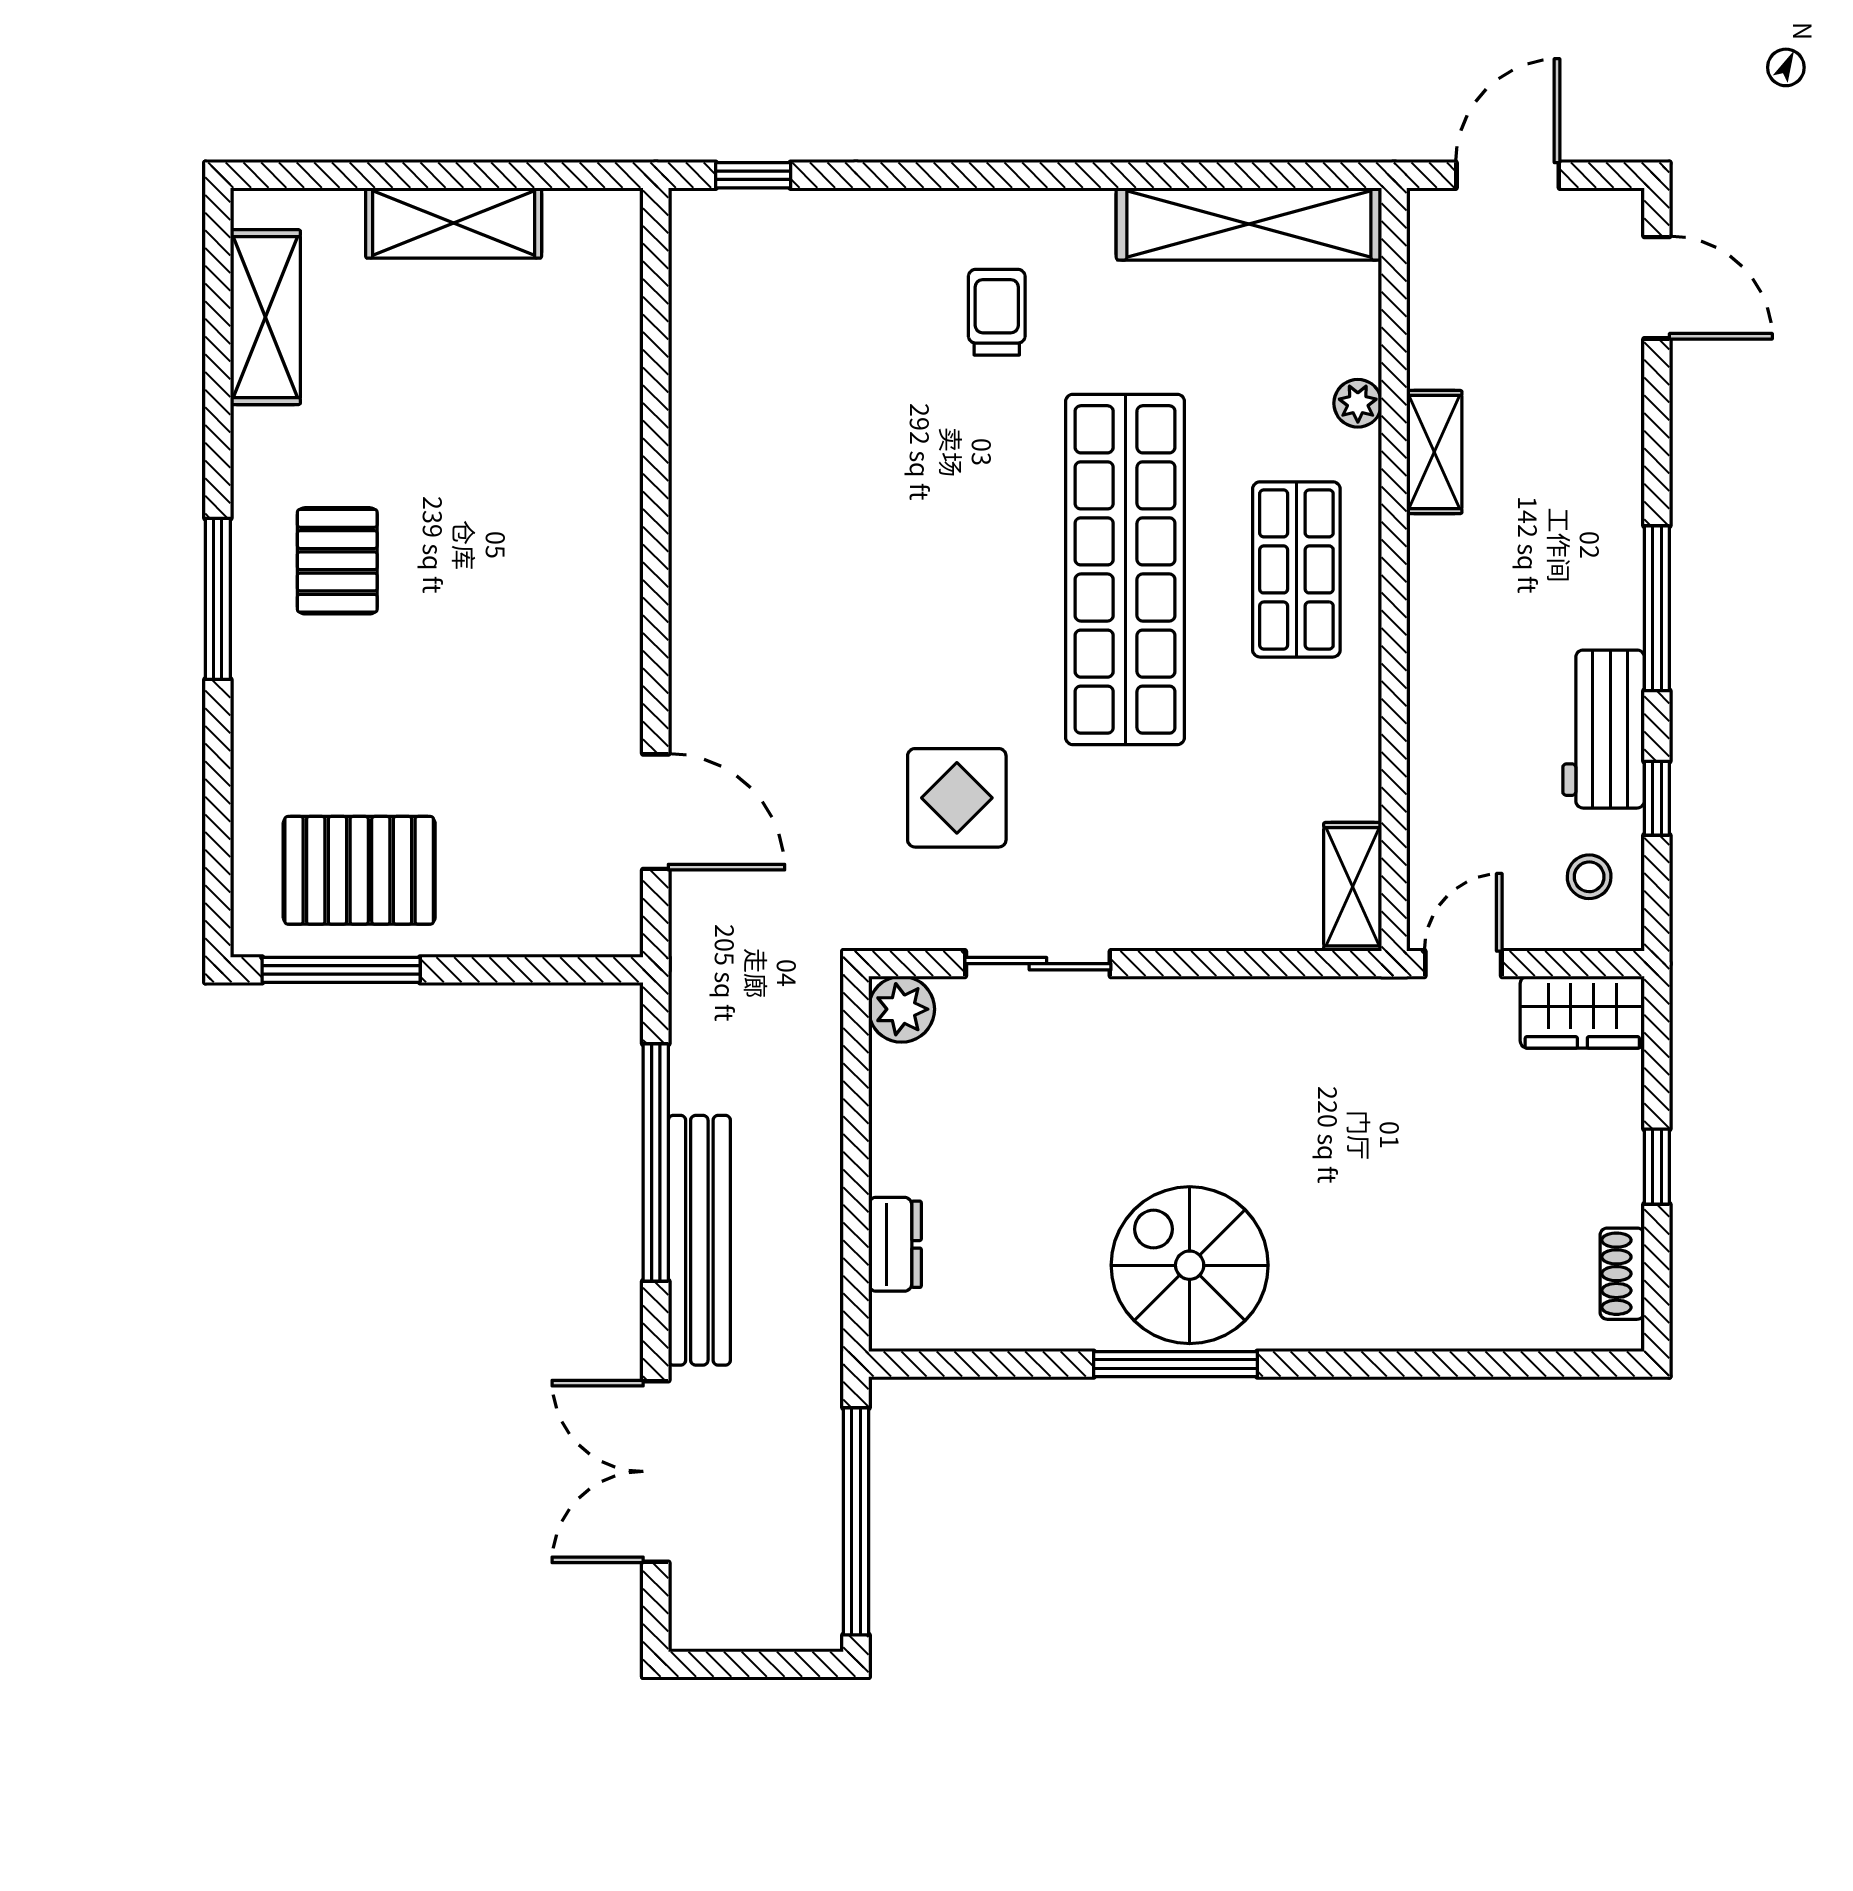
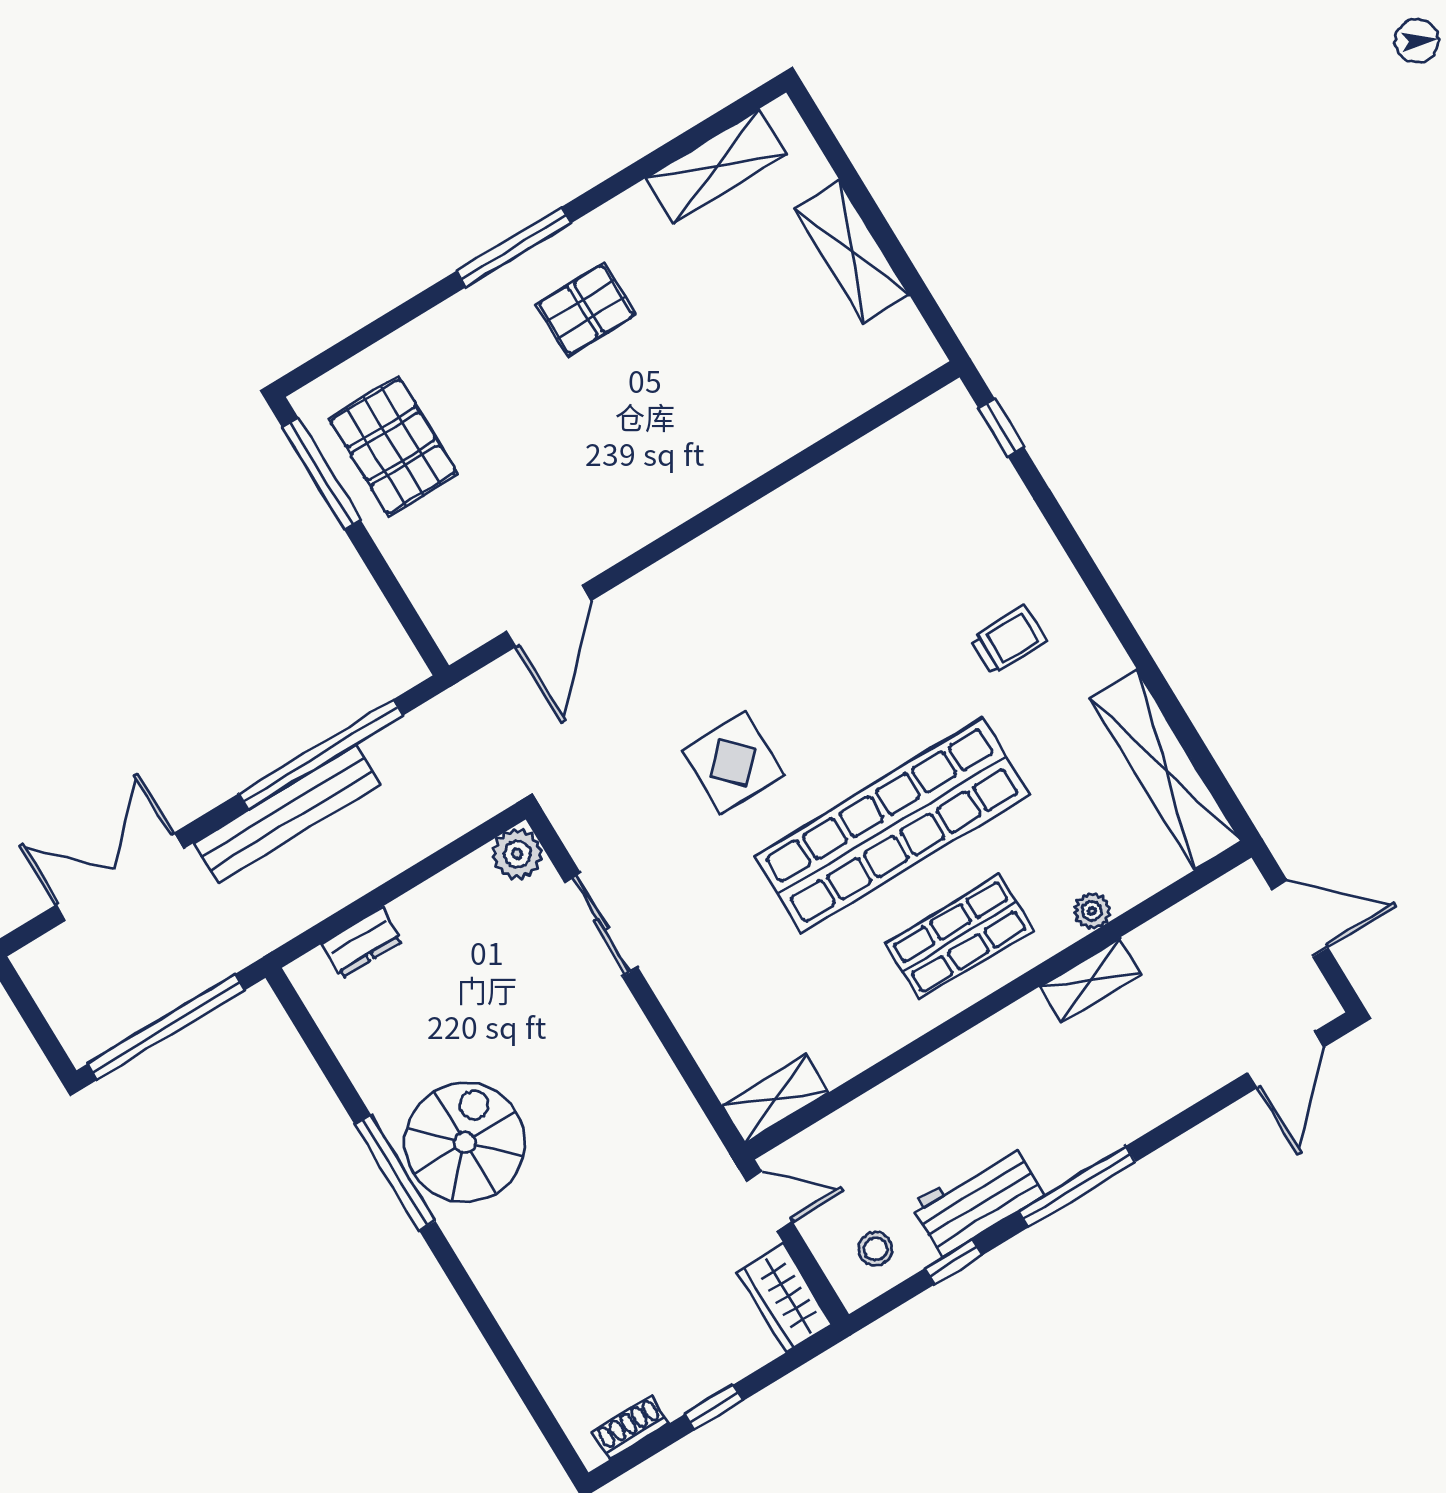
display table: (957, 798) -> (733, 763), moved

